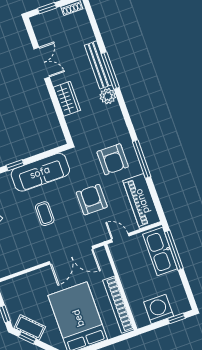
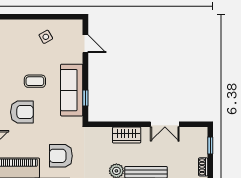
window: (15, 165) -> (85, 98), moved
armchair: (92, 200) -> (22, 112), moved

